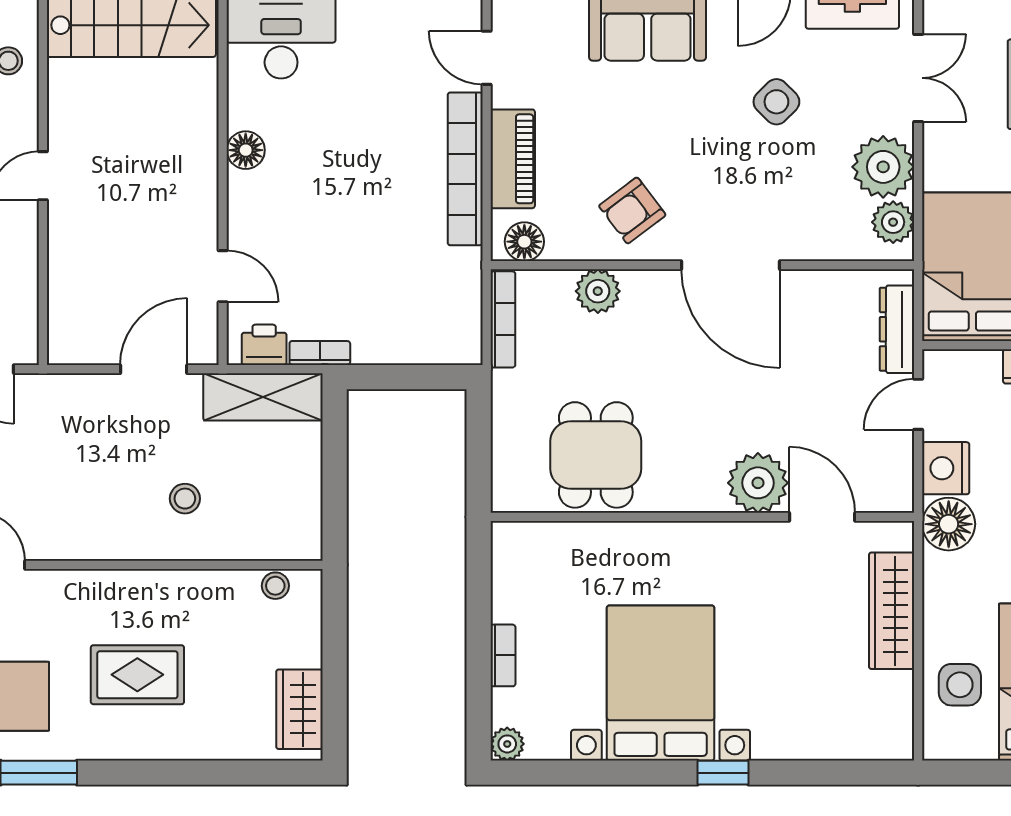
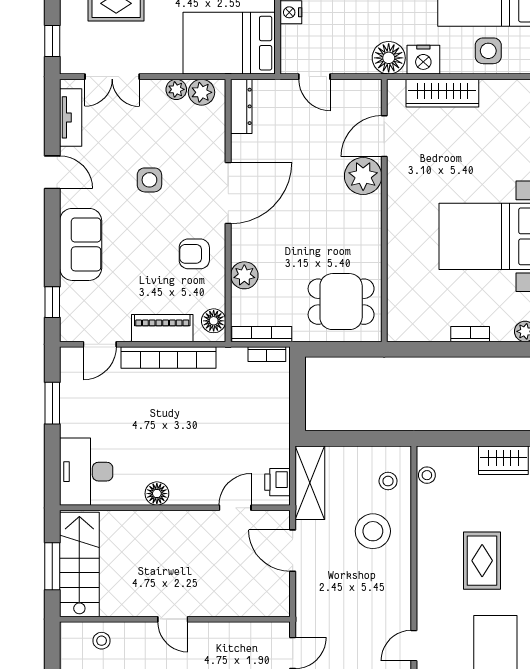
double door: (918, 78) -> (112, 77), swing flipped
side table: (776, 102) -> (149, 180), moved, turned 45
plant: (883, 167) -> (176, 89), width x0.53, depth x0.53
armchair: (632, 210) -> (194, 254), turned 127
dresser: (897, 329) -> (241, 106), moved, turned -90
bookcase: (320, 353) -> (267, 354), moved, turned -90
dining table: (596, 455) -> (341, 302), moved
nightstand: (946, 468) -> (423, 60), moved
stool: (185, 499) -> (373, 531), width x1.89, depth x1.89
stool: (266, 523) -> (388, 481), added

